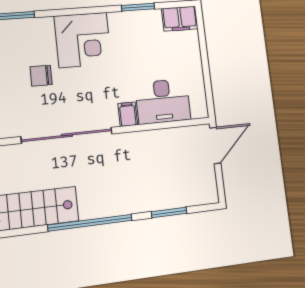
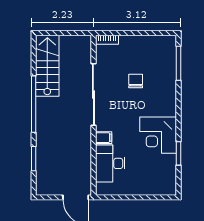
filing cabinet: (180, 19) -> (168, 183), removed
corner desk: (83, 40) -> (158, 135), moved

